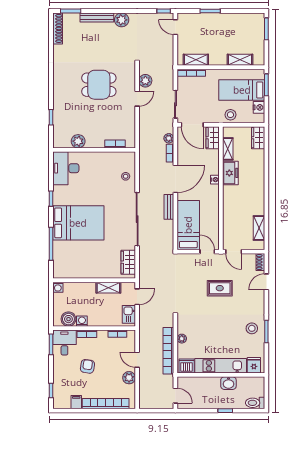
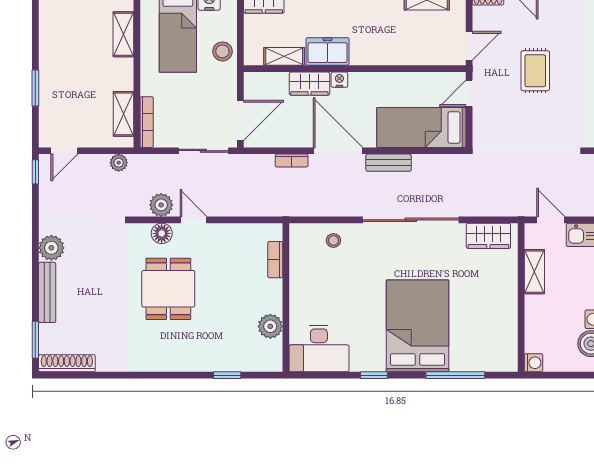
floor lamp: (130, 81) -> (162, 233), added
plant: (169, 138) -> (119, 163), moved
wardrobe: (213, 138) -> (309, 84), moved

